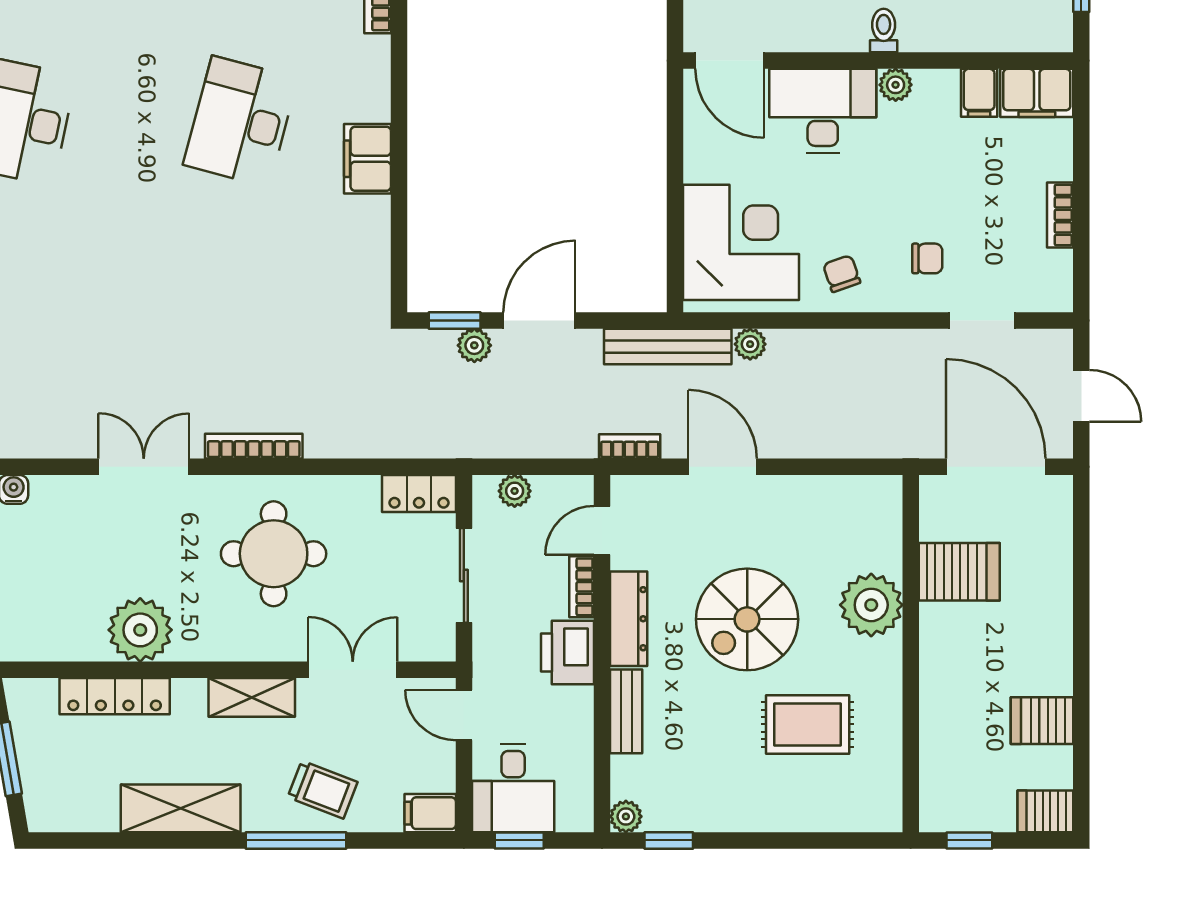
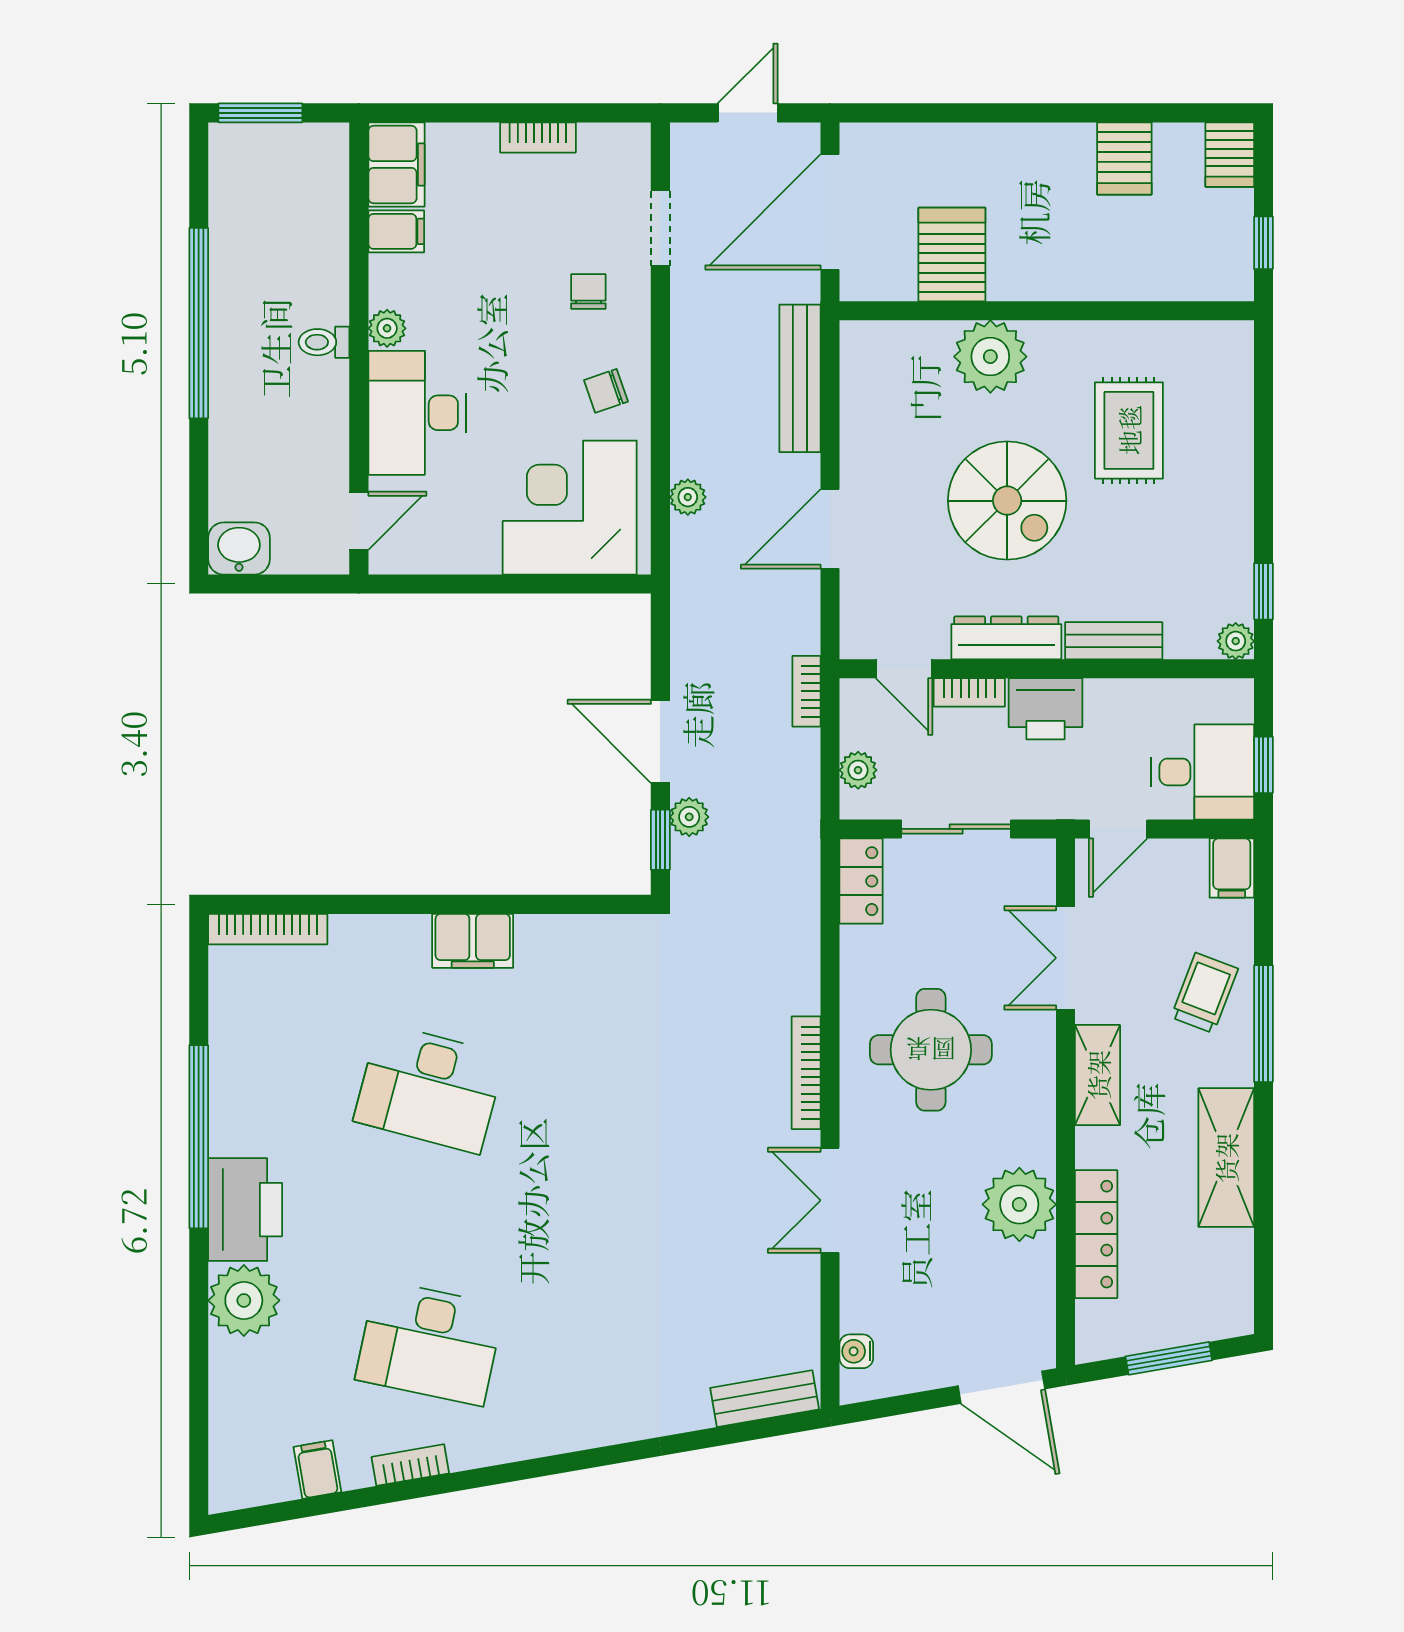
door: (730, 61) -> (359, 521), width x0.73
bench: (668, 346) -> (800, 378), moved
bookcase: (630, 446) -> (806, 691), moved

